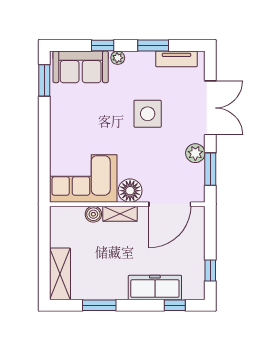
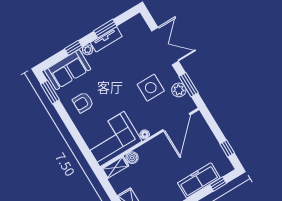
tv unit: (176, 59) -> (106, 39), moved
side table: (148, 114) -> (151, 88), moved
armchair: (75, 116) -> (83, 102), added
plant: (195, 153) -> (179, 90), moved
floor lamp: (130, 191) -> (145, 134), width x0.53, depth x0.53
shelving: (120, 214) -> (115, 168), moved

